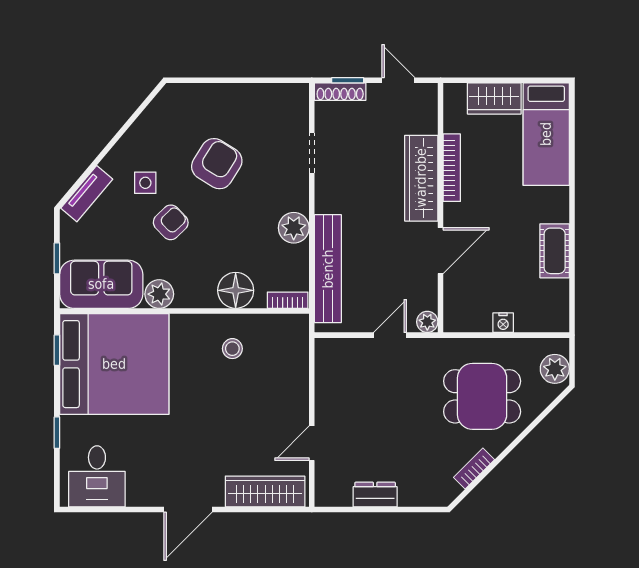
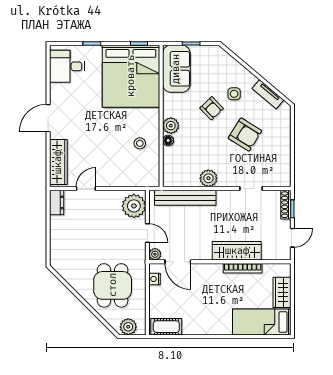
tv unit: (87, 194) -> (268, 94), moved
door: (441, 251) -> (178, 262), moved
cot: (555, 251) -> (166, 327), moved
floor lamp: (236, 290) -> (168, 140), width x0.53, depth x0.53
plant: (159, 294) -> (171, 126), moved
bookcase: (288, 300) -> (167, 175), removed
nightstand: (503, 323) -> (154, 279), moved
plant: (342, 359) -> (134, 206), added
door: (312, 443) -> (86, 189), hinge flipped
bookcase: (474, 468) -> (72, 281), removed
dresser: (375, 495) -> (57, 203), moved
door: (188, 510) -> (48, 118), hinge flipped

